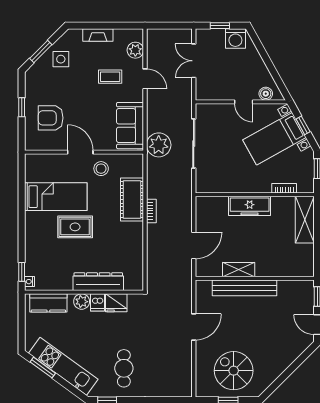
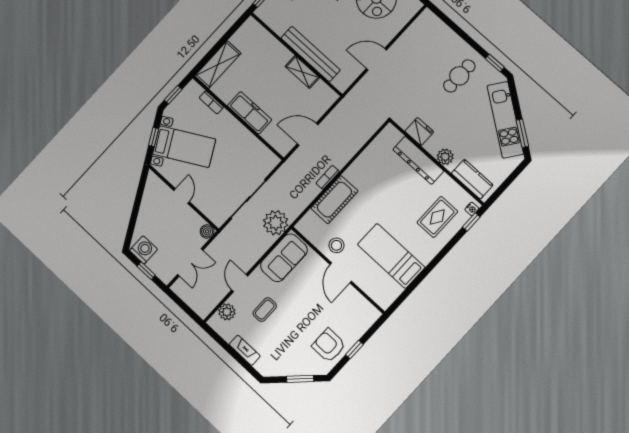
side table: (61, 59) -> (290, 358), removed
coffee table: (110, 77) -> (265, 310), turned 90
boiler: (266, 94) -> (207, 231), moved
armchair: (51, 118) -> (329, 345), moved, turned 180
rug: (75, 227) -> (437, 217), moved, turned 90
door: (194, 245) -> (308, 134), moved
dishwasher: (97, 302) -> (433, 145), removed

